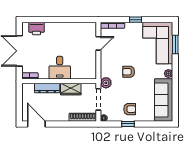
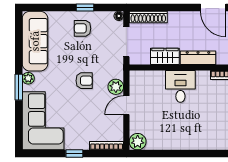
plant: (90, 28) -> (138, 142), added
printer: (36, 29) -> (213, 141), removed
door: (98, 43) -> (126, 105), moved
window: (175, 44) -> (19, 87), moved
plant: (106, 83) -> (116, 87), moved

